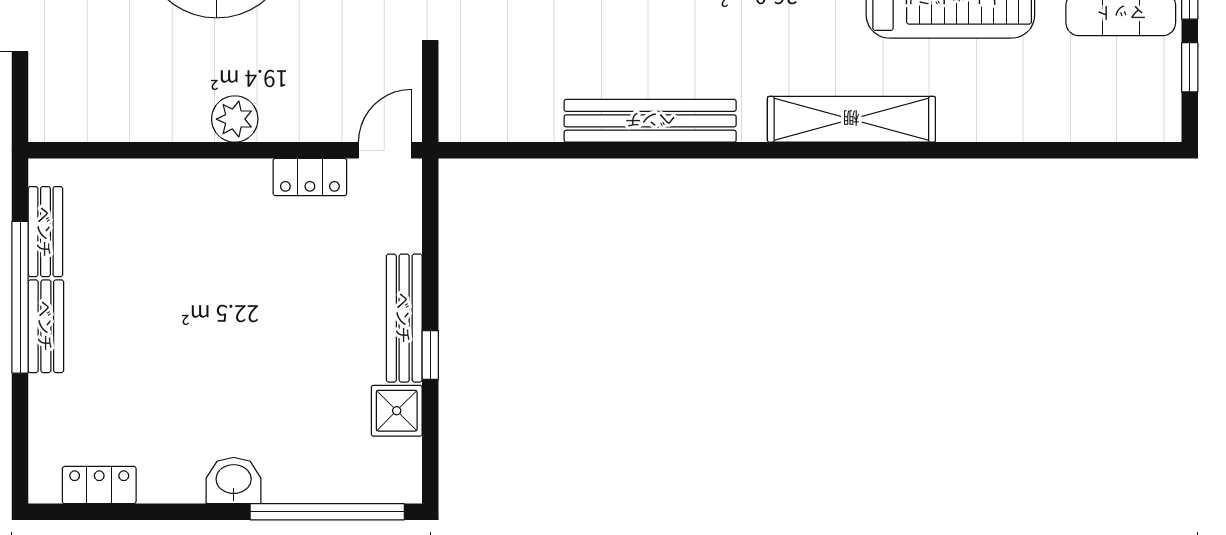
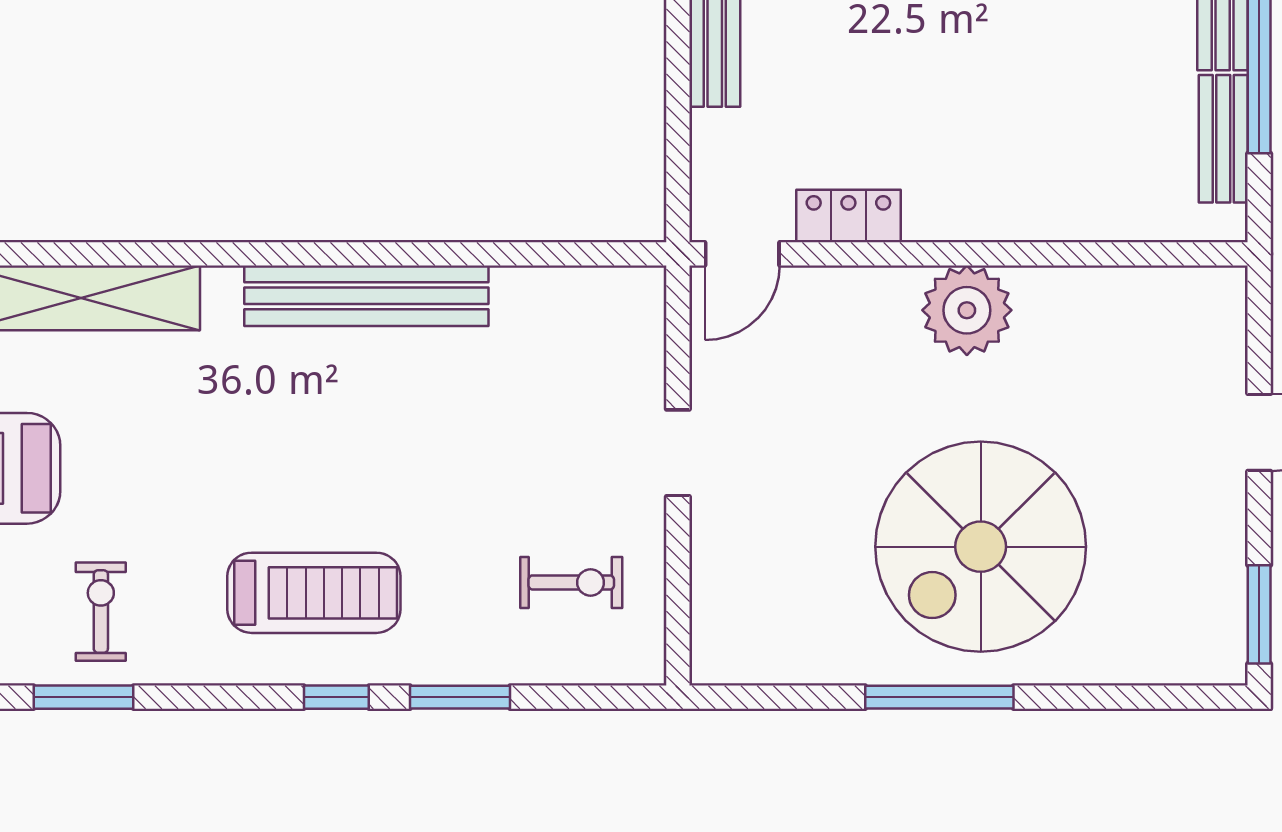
plant: (235, 119) -> (967, 310), width x1.36, depth x1.36

